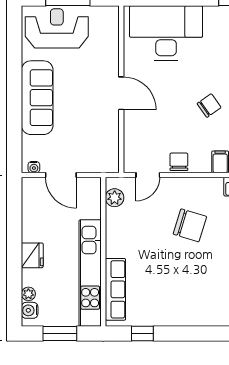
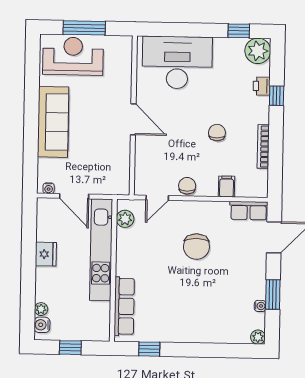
chair: (209, 106) -> (217, 133), turned -55
chair: (190, 225) -> (196, 247), turned 73
fridge: (32, 255) -> (46, 254), moved
kitchen unit: (90, 273) -> (101, 250), moved
window: (60, 334) -> (70, 348), width x0.67

